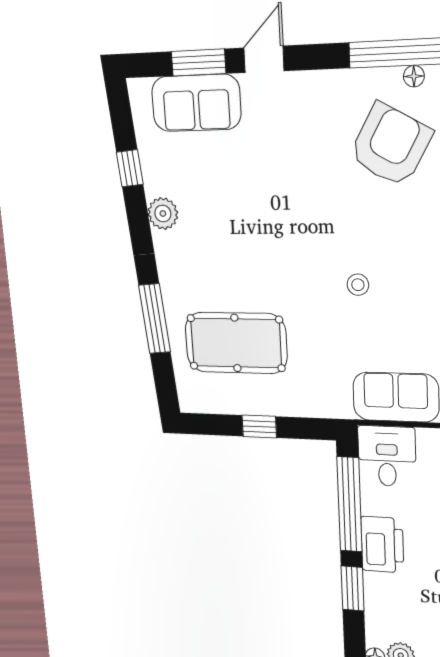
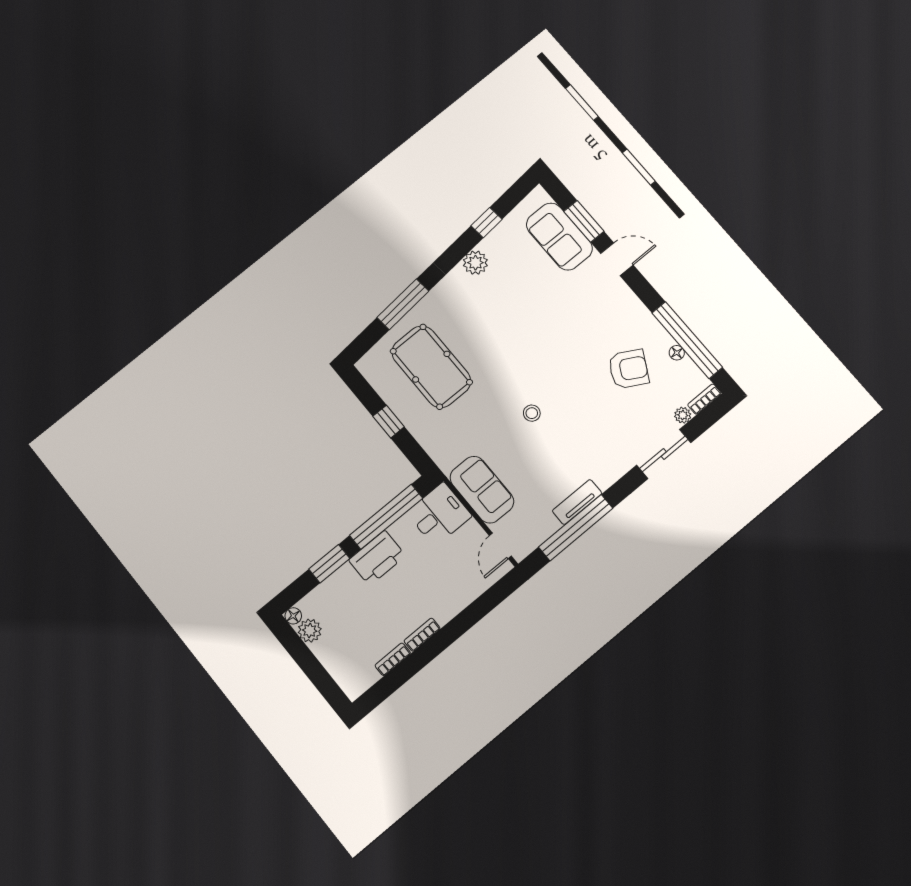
armchair: (390, 145) -> (628, 369), width x0.73, depth x0.73

